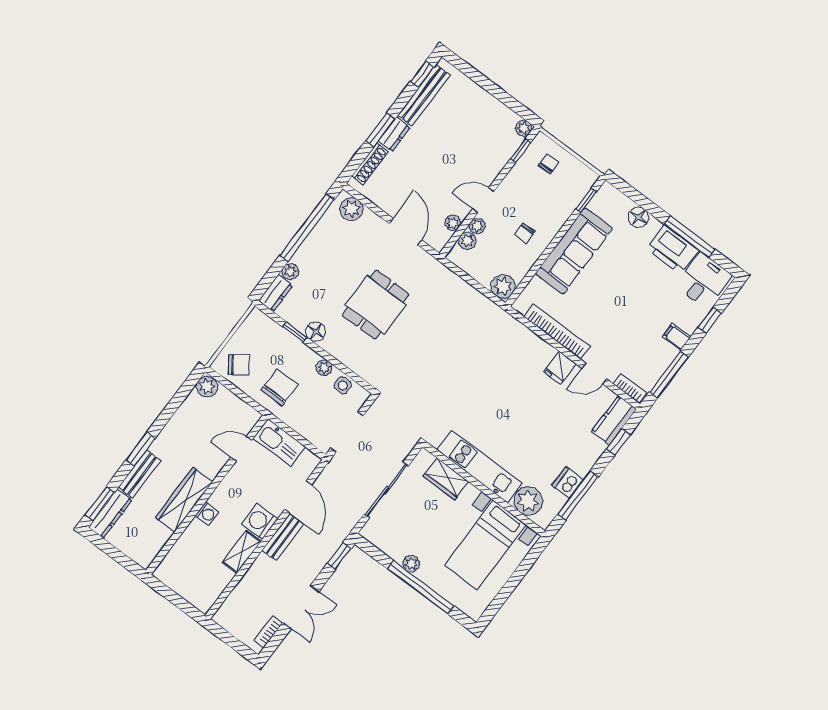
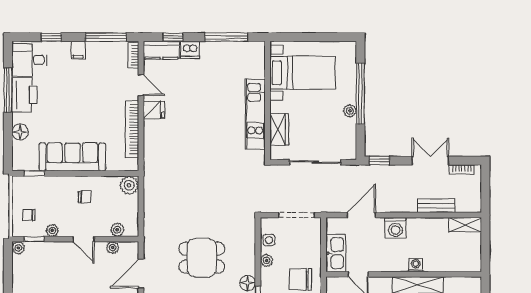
plant: (477, 226) -> (52, 231), moved
dishwasher: (568, 483) -> (190, 50), moved
plant: (528, 501) -> (254, 66), removed
bench: (283, 537) -> (436, 206), moved
shelving: (242, 552) -> (465, 225), moved

